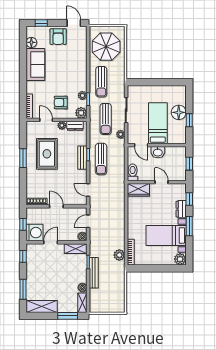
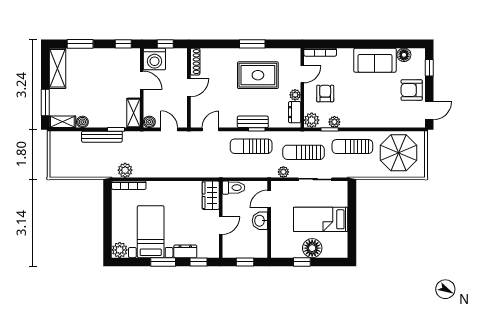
bed: (158, 123) -> (321, 219), moved, turned 180

